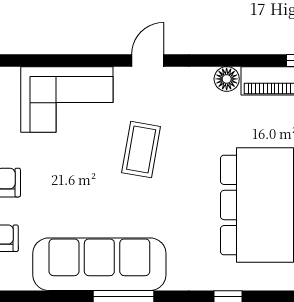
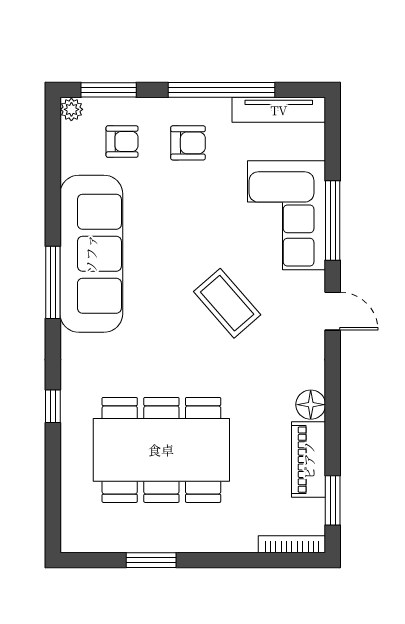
window: (71, 60) -> (333, 220), added
coffee table: (141, 150) -> (227, 303), turned 39

